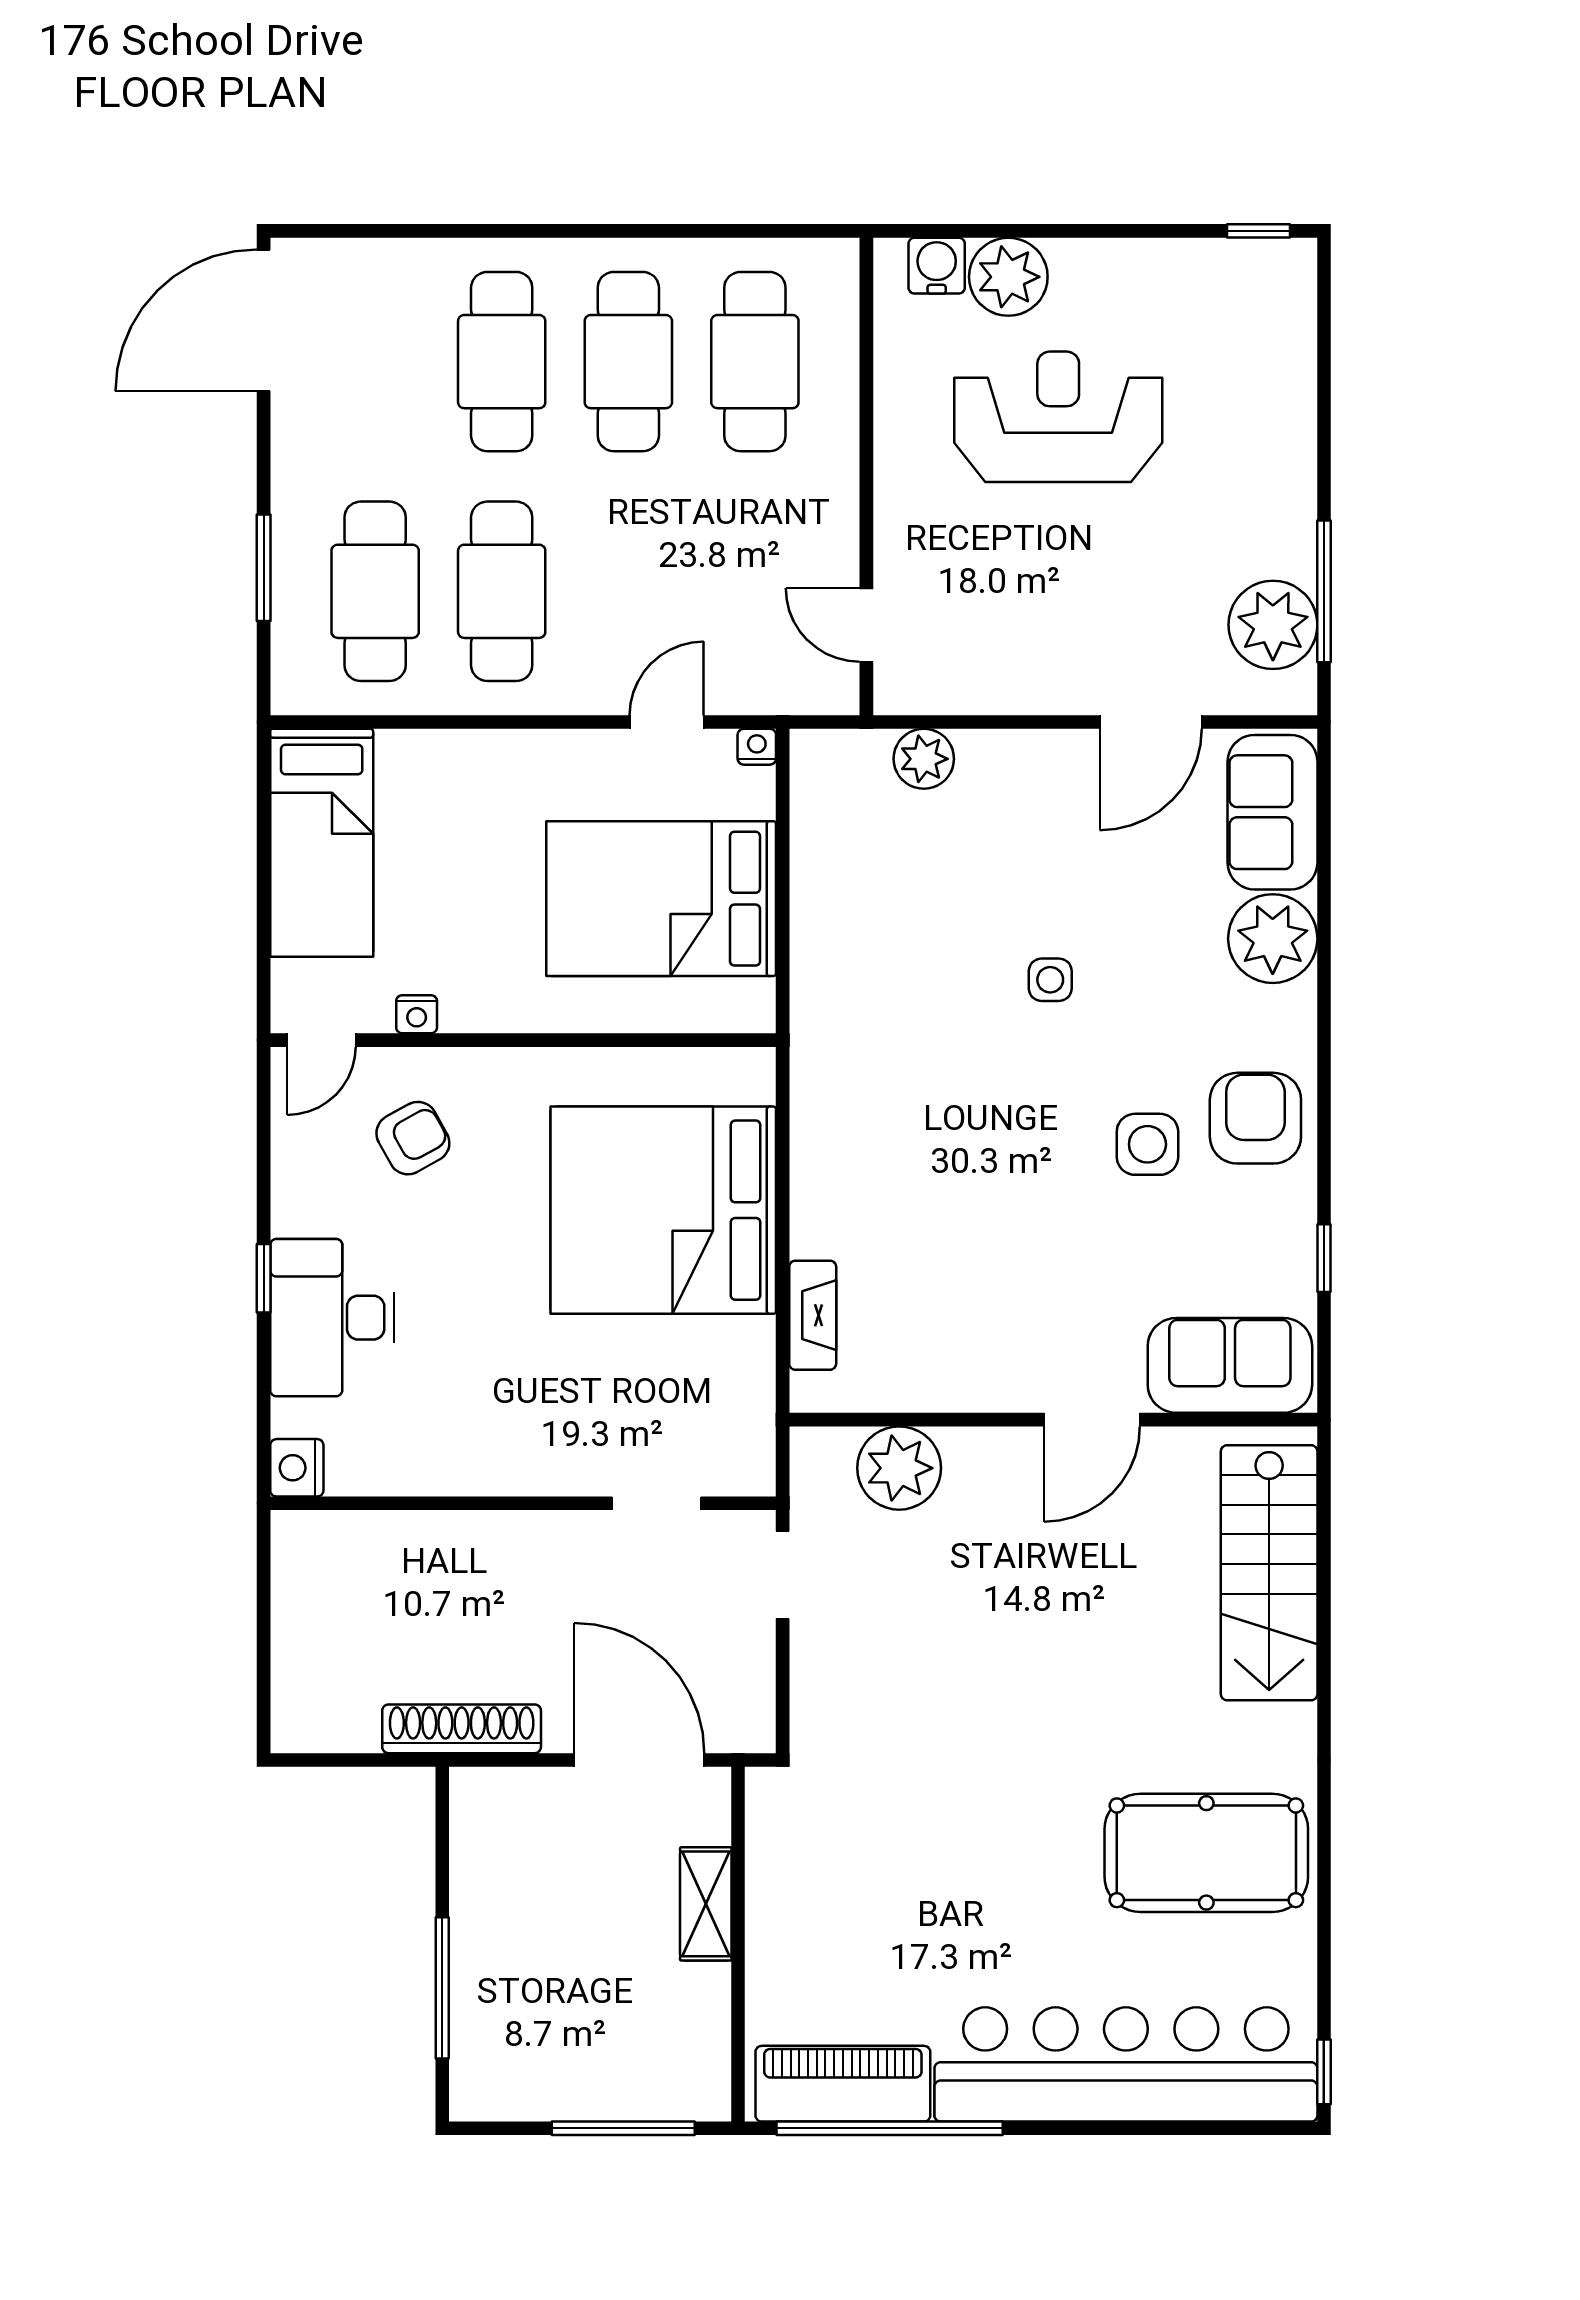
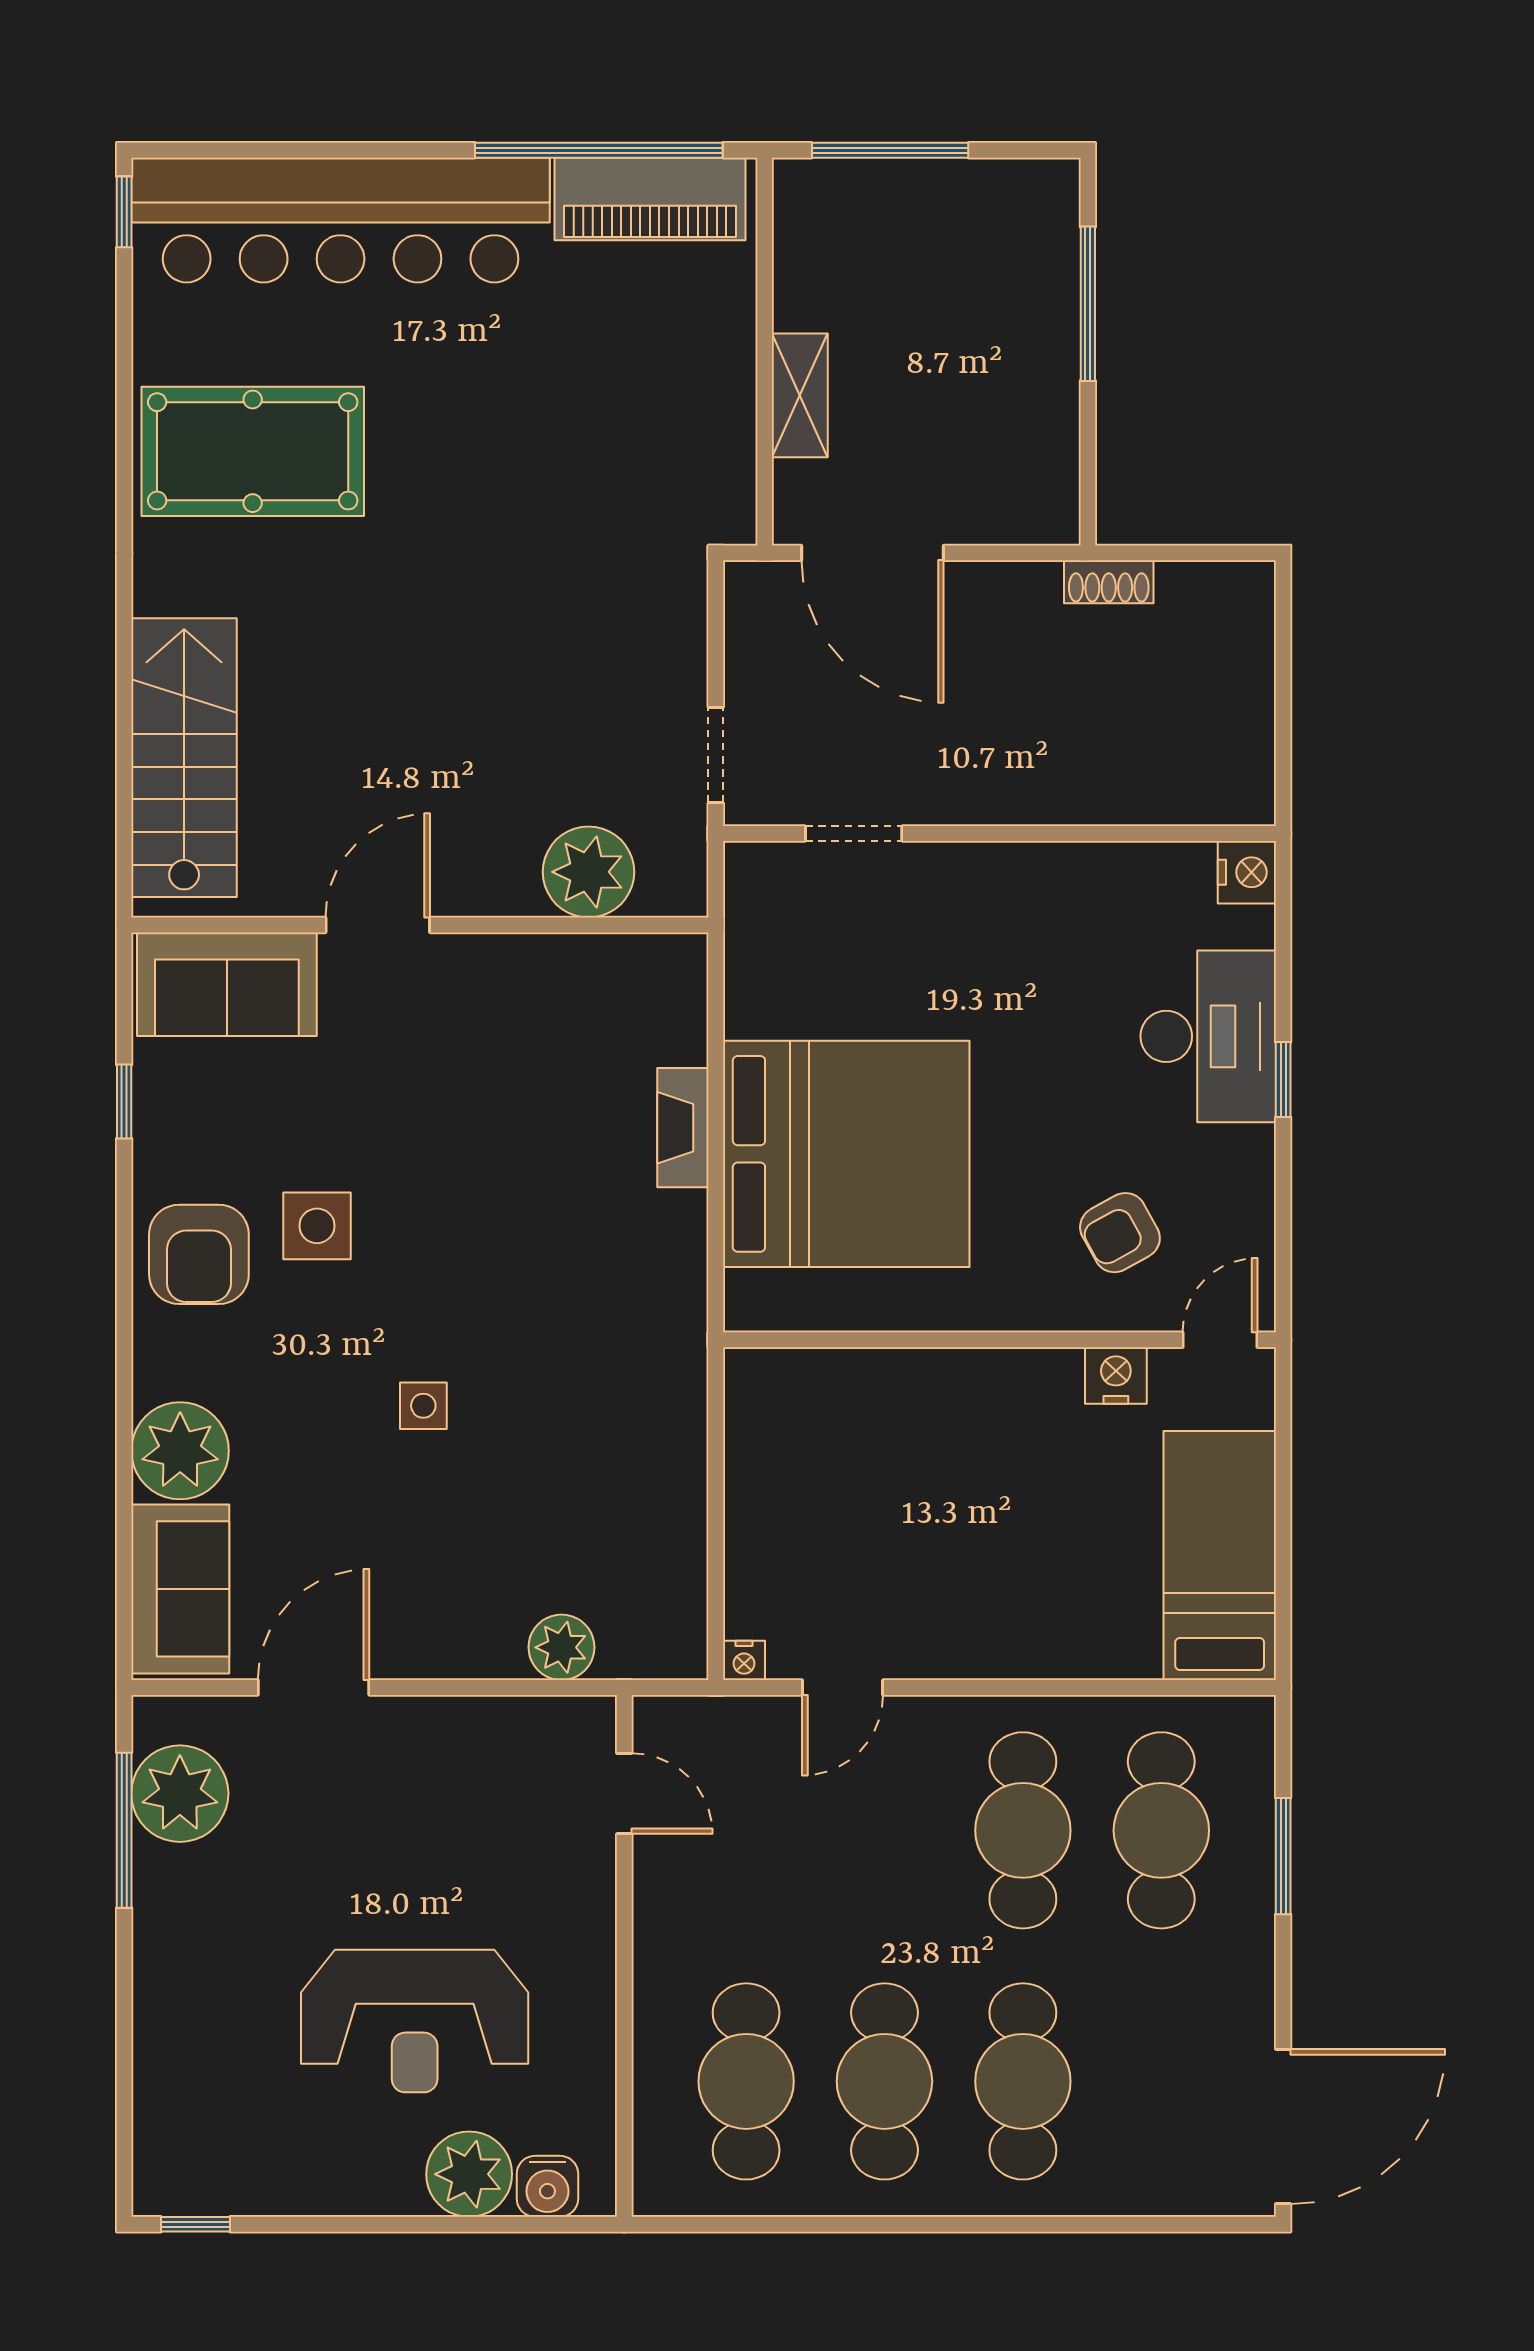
bed: (661, 899) -> (849, 1494), removed
nightstand: (417, 1014) -> (1116, 1375), width x1.39, depth x1.35
fireplace: (813, 1315) -> (683, 1128), moved
shoe rack: (462, 1729) -> (1109, 582), width x0.51, depth x0.81

